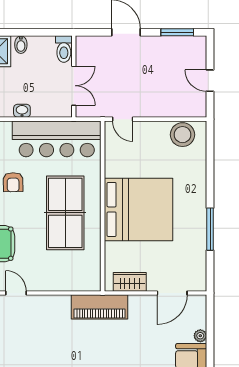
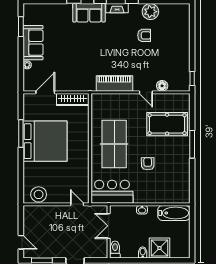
door: (210, 81) -> (21, 242), moved
bar counter: (57, 139) -> (112, 192), width x0.73
bed: (139, 209) -> (45, 141), moved, turned 180
wardrobe: (130, 282) -> (72, 100), width x1.50
piano: (99, 307) -> (114, 83), moved

